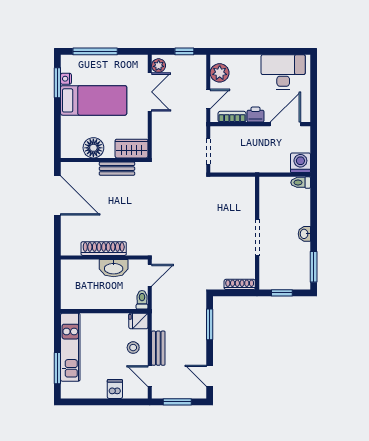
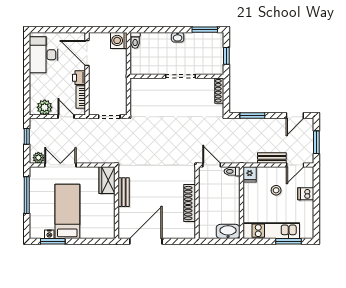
window: (95, 51) -> (27, 195), moved
floor lamp: (93, 148) -> (106, 212), removed
washbasin: (114, 268) -> (228, 231), moved, turned -90
stool: (133, 348) -> (276, 190), moved

